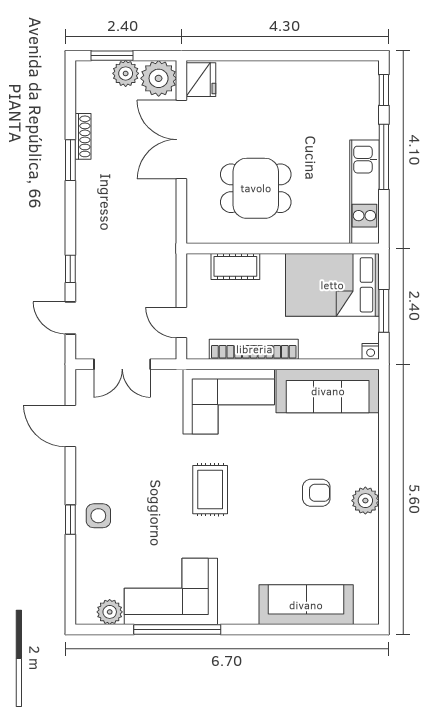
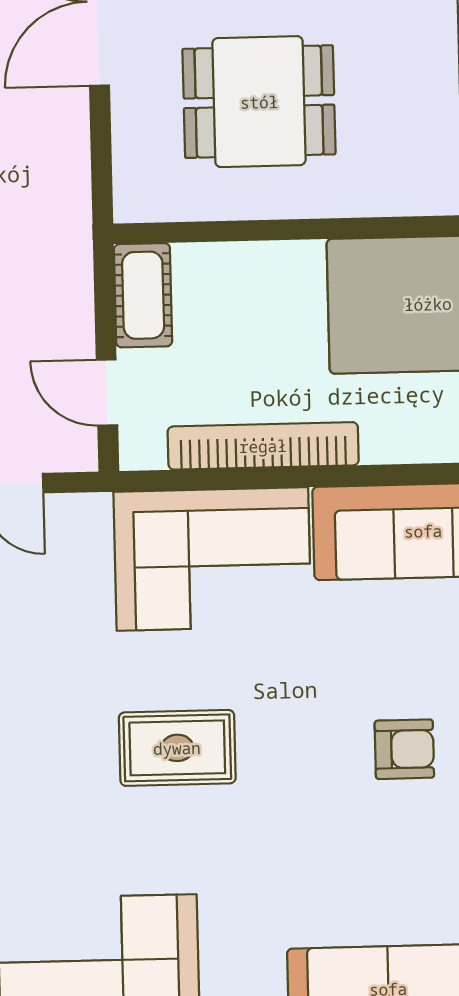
cot: (235, 266) -> (143, 295), moved, turned 90
rug: (210, 490) -> (177, 748), turned 90

